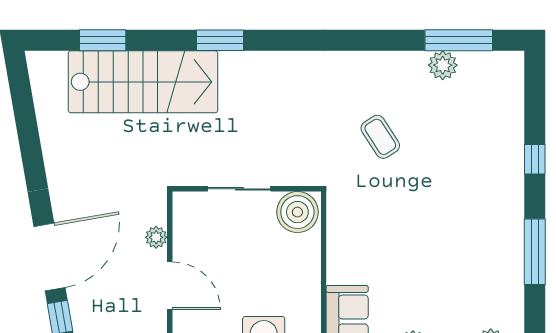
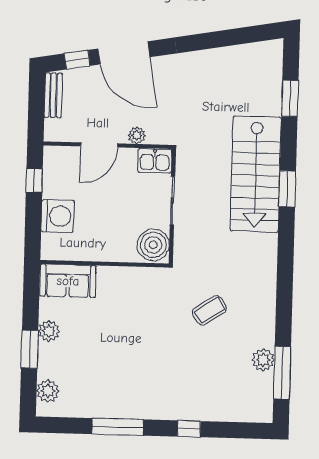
stairs: (143, 82) -> (256, 174), moved
kitchen sink: (188, 213) -> (155, 161), added

